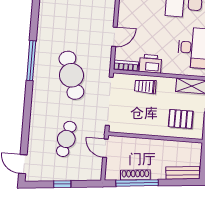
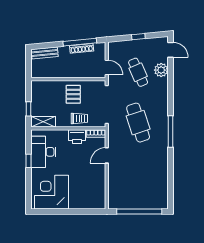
pallet: (181, 119) -> (73, 94), moved, turned 90
plant: (37, 139) -> (161, 70), added
cafe table: (66, 139) -> (138, 72), turned -36

